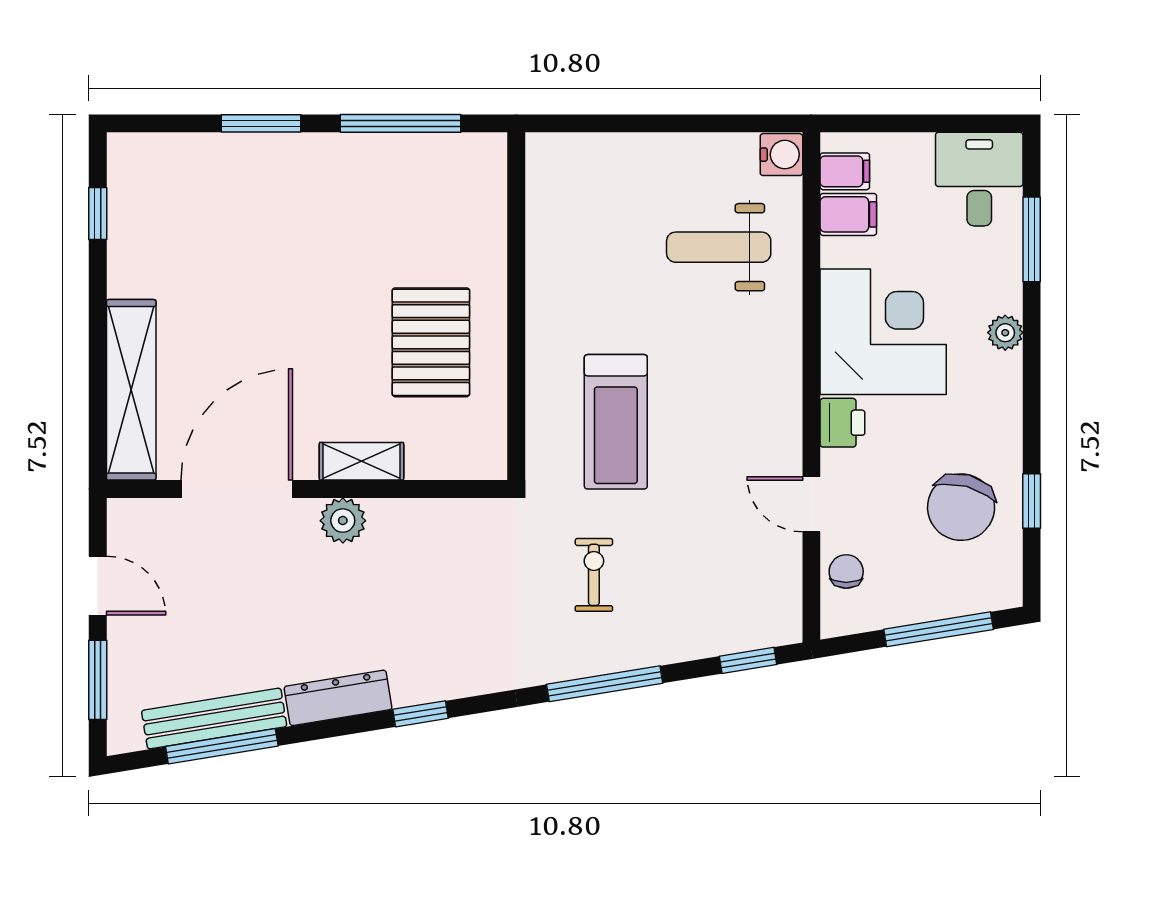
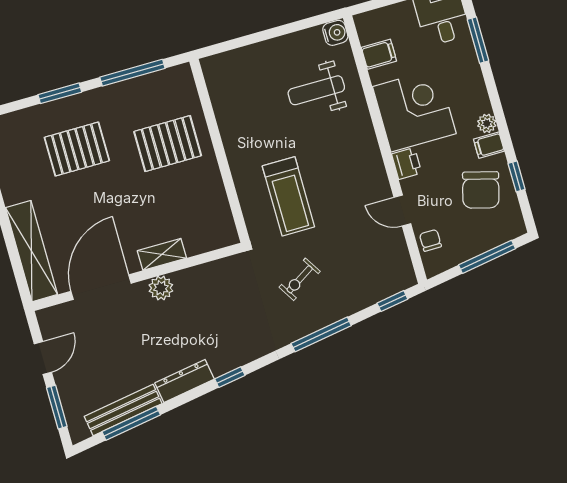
filing cabinet: (845, 171) -> (489, 145), moved, turned 180
pallet: (263, 231) -> (77, 149), added
plant: (1005, 333) -> (487, 123), moved
pallet: (431, 342) -> (168, 144), moved, turned 90
exercise bike: (594, 575) -> (300, 279), turned -122
door: (98, 586) -> (43, 358), hinge flipped

